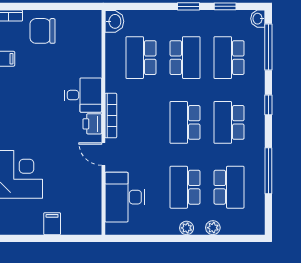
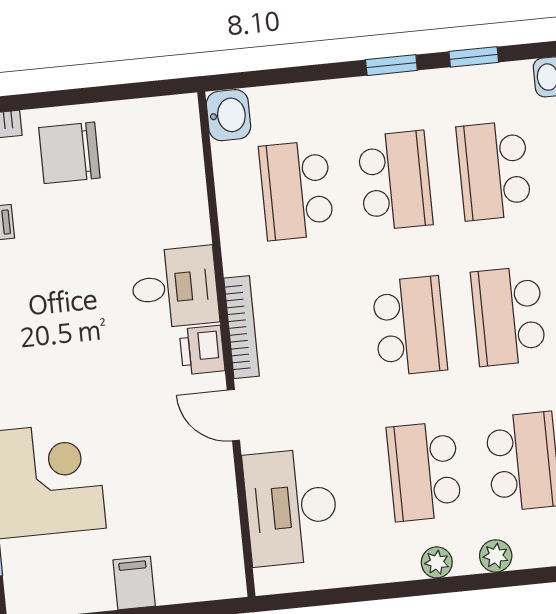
school desk: (185, 122) -> (410, 326), turned 180

